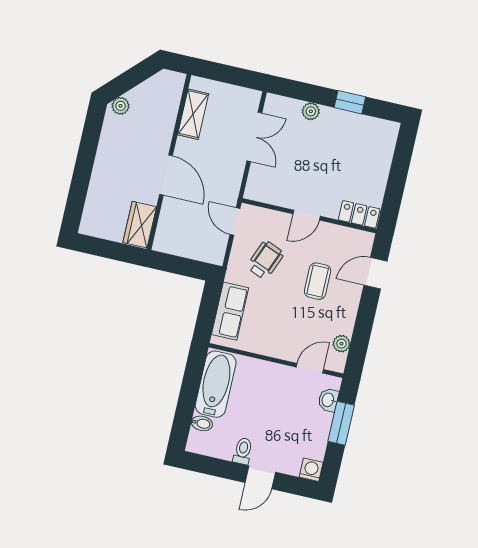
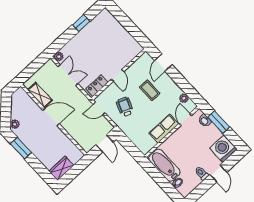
plant: (311, 111) -> (59, 57), moved
window: (90, 141) -> (21, 148), added
door: (166, 175) -> (51, 117), moved
locker: (359, 214) -> (97, 86), moved
wardrobe: (140, 225) -> (61, 168), moved, turned 90
door: (186, 267) -> (104, 143), added
row of seats: (230, 311) -> (164, 129), moved, turned -90
washing machine: (311, 470) -> (223, 149), width x1.89, depth x1.89

